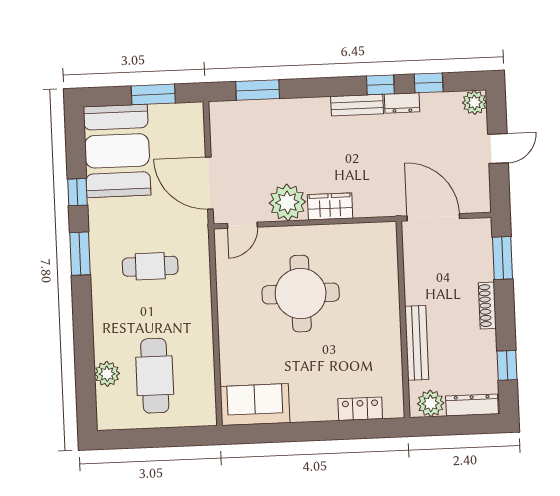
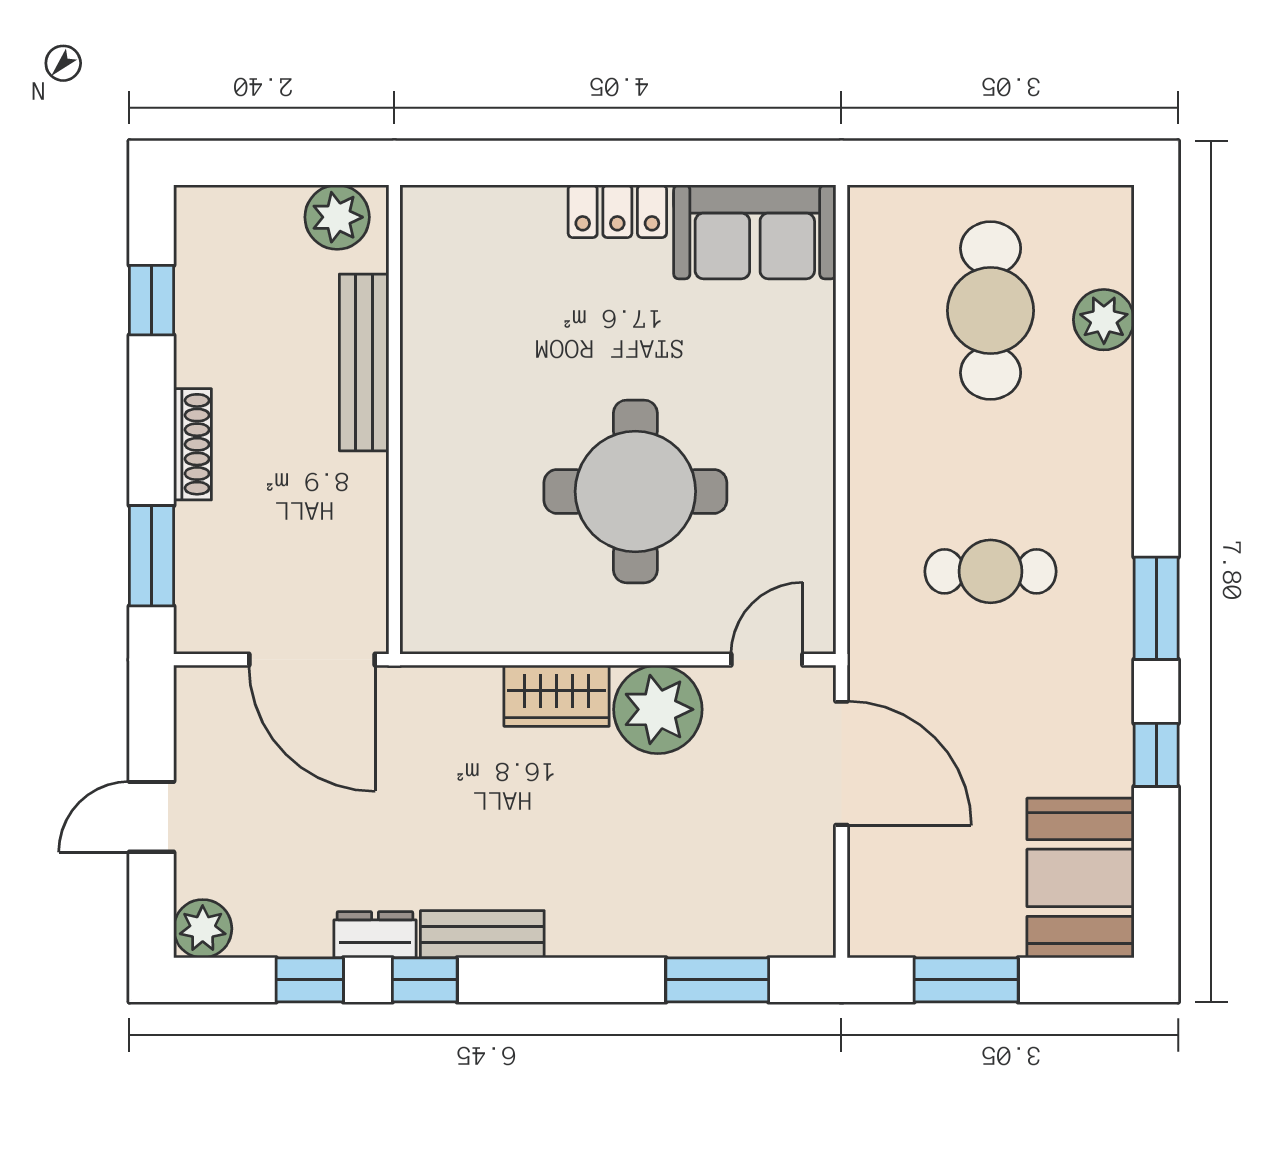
booth: (117, 151) -> (1080, 878), width x0.73, depth x0.70
dresser: (472, 405) -> (239, 209), removed
locker: (360, 409) -> (617, 211), moved

